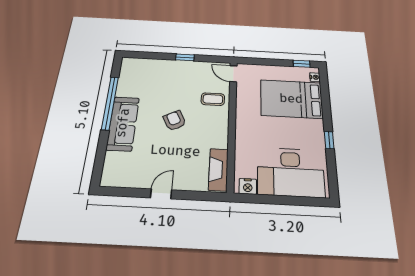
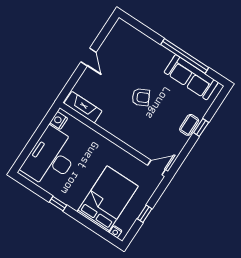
window: (185, 57) -> (201, 127), moved
window: (302, 64) -> (145, 214), moved
coffee table: (213, 99) -> (189, 125), moved
sofa: (123, 123) -> (191, 77), moved

